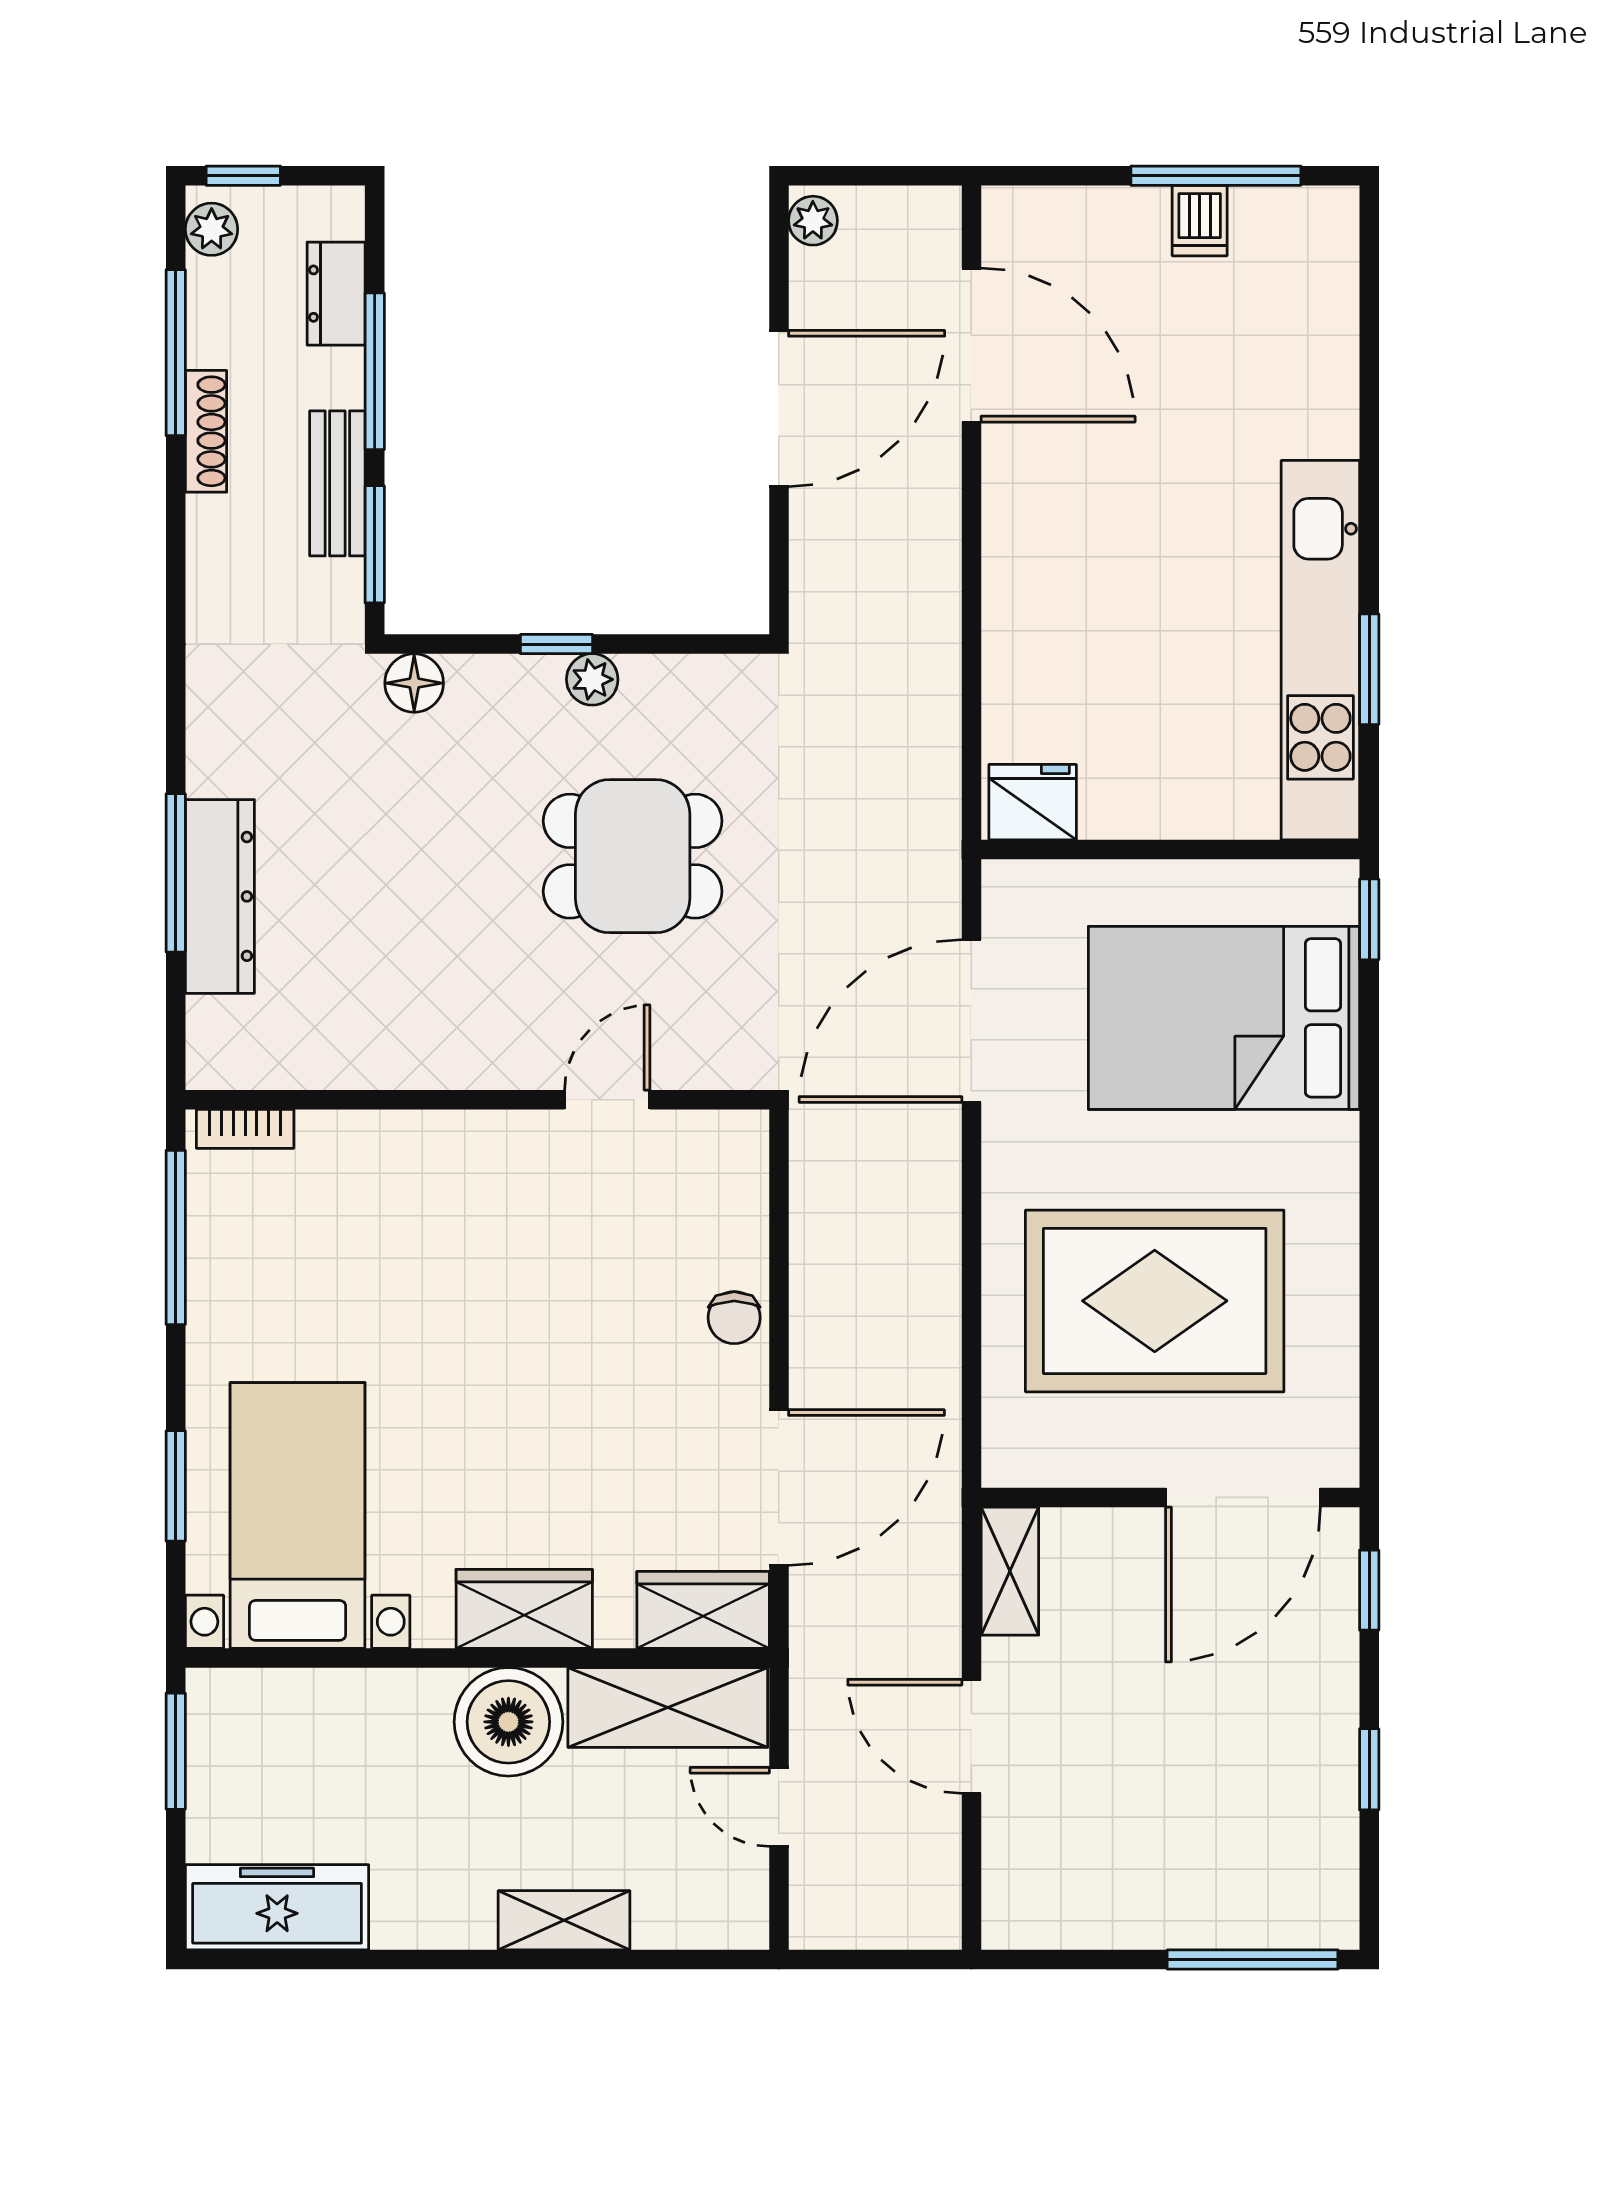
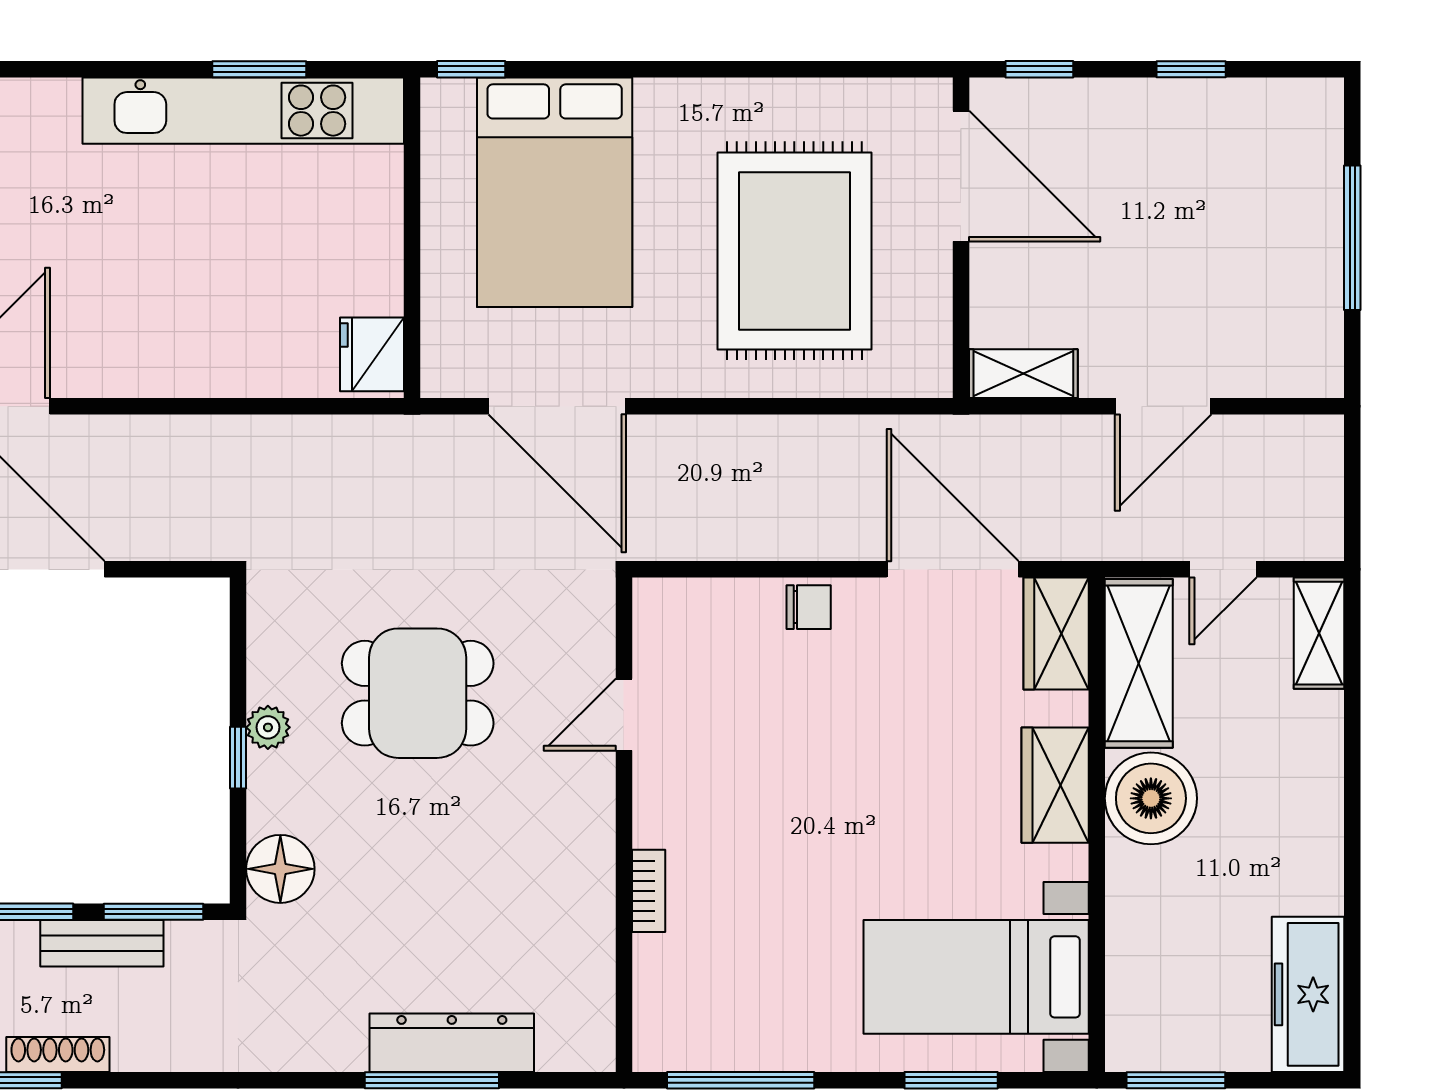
floor lamp: (414, 683) -> (280, 869), width x1.38, depth x1.38
dining table: (633, 856) -> (418, 693), turned 90
door: (607, 1100) -> (624, 715), hinge flipped
bookcase: (245, 1129) -> (649, 891), moved
shelving: (564, 1920) -> (1319, 633), moved
window: (1253, 1960) -> (1352, 238), moved

